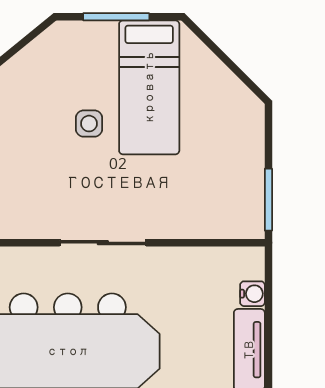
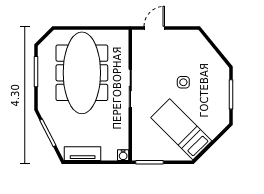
bed: (149, 87) -> (181, 129), moved, turned 45
water cooler: (252, 294) -> (123, 155), moved

